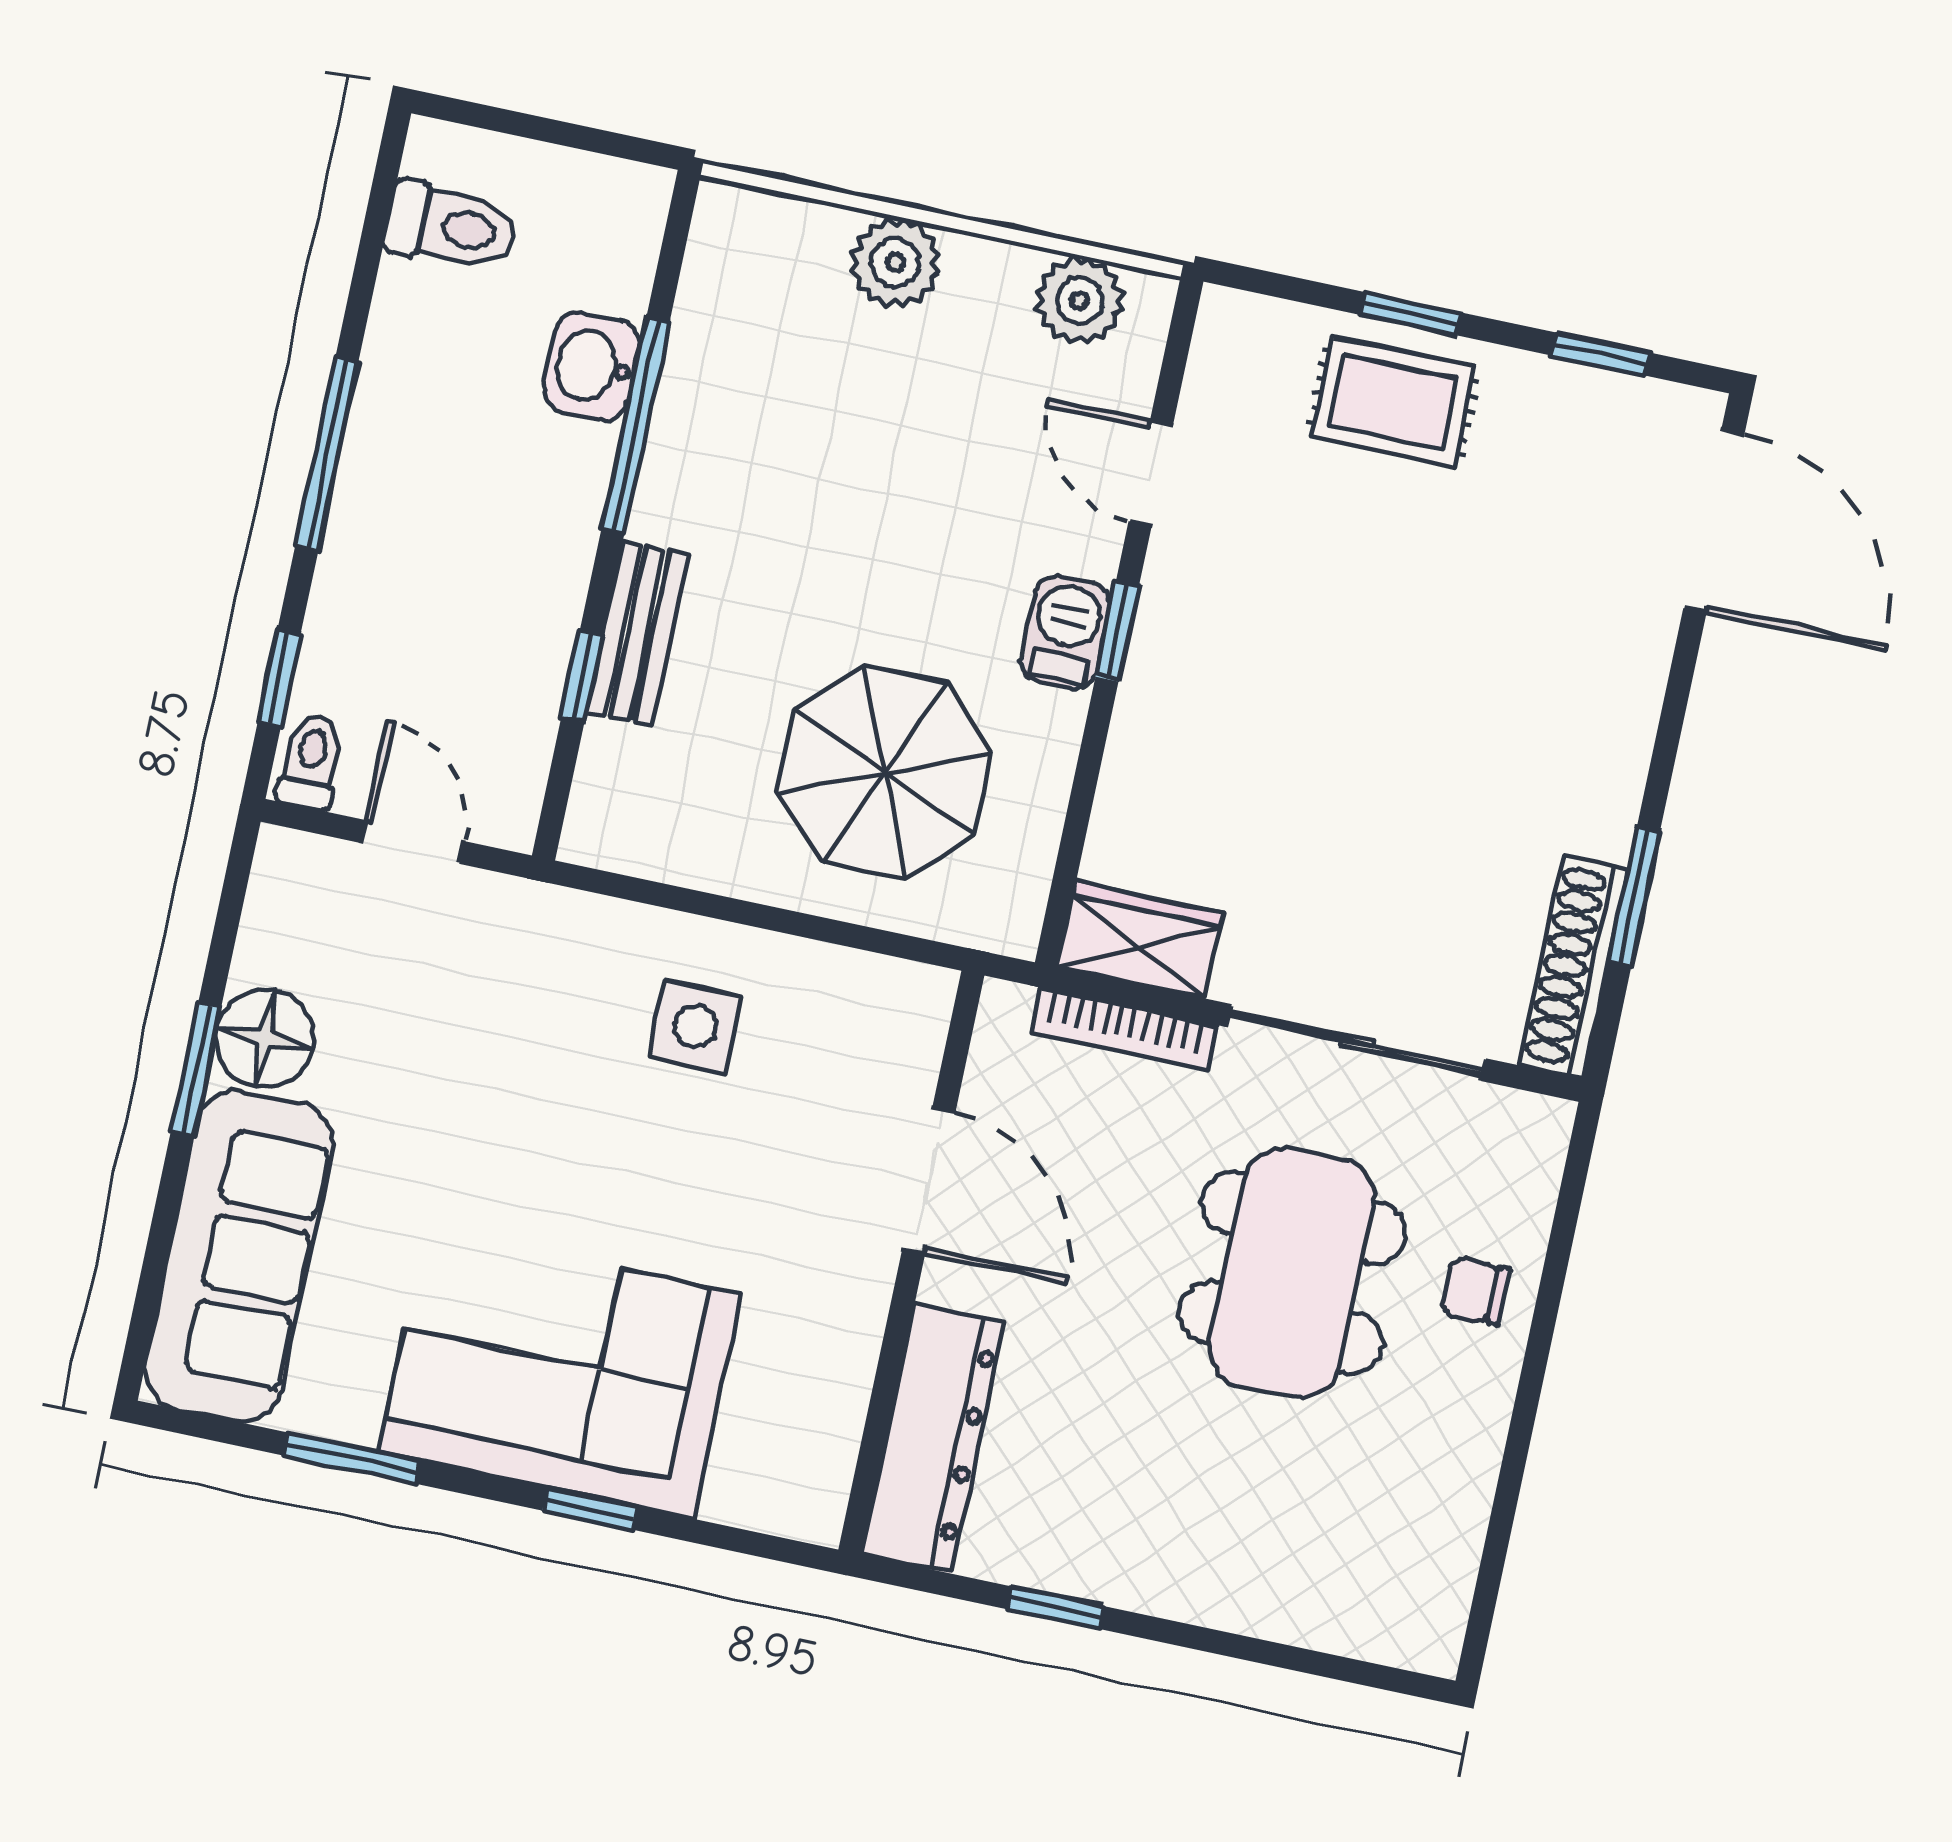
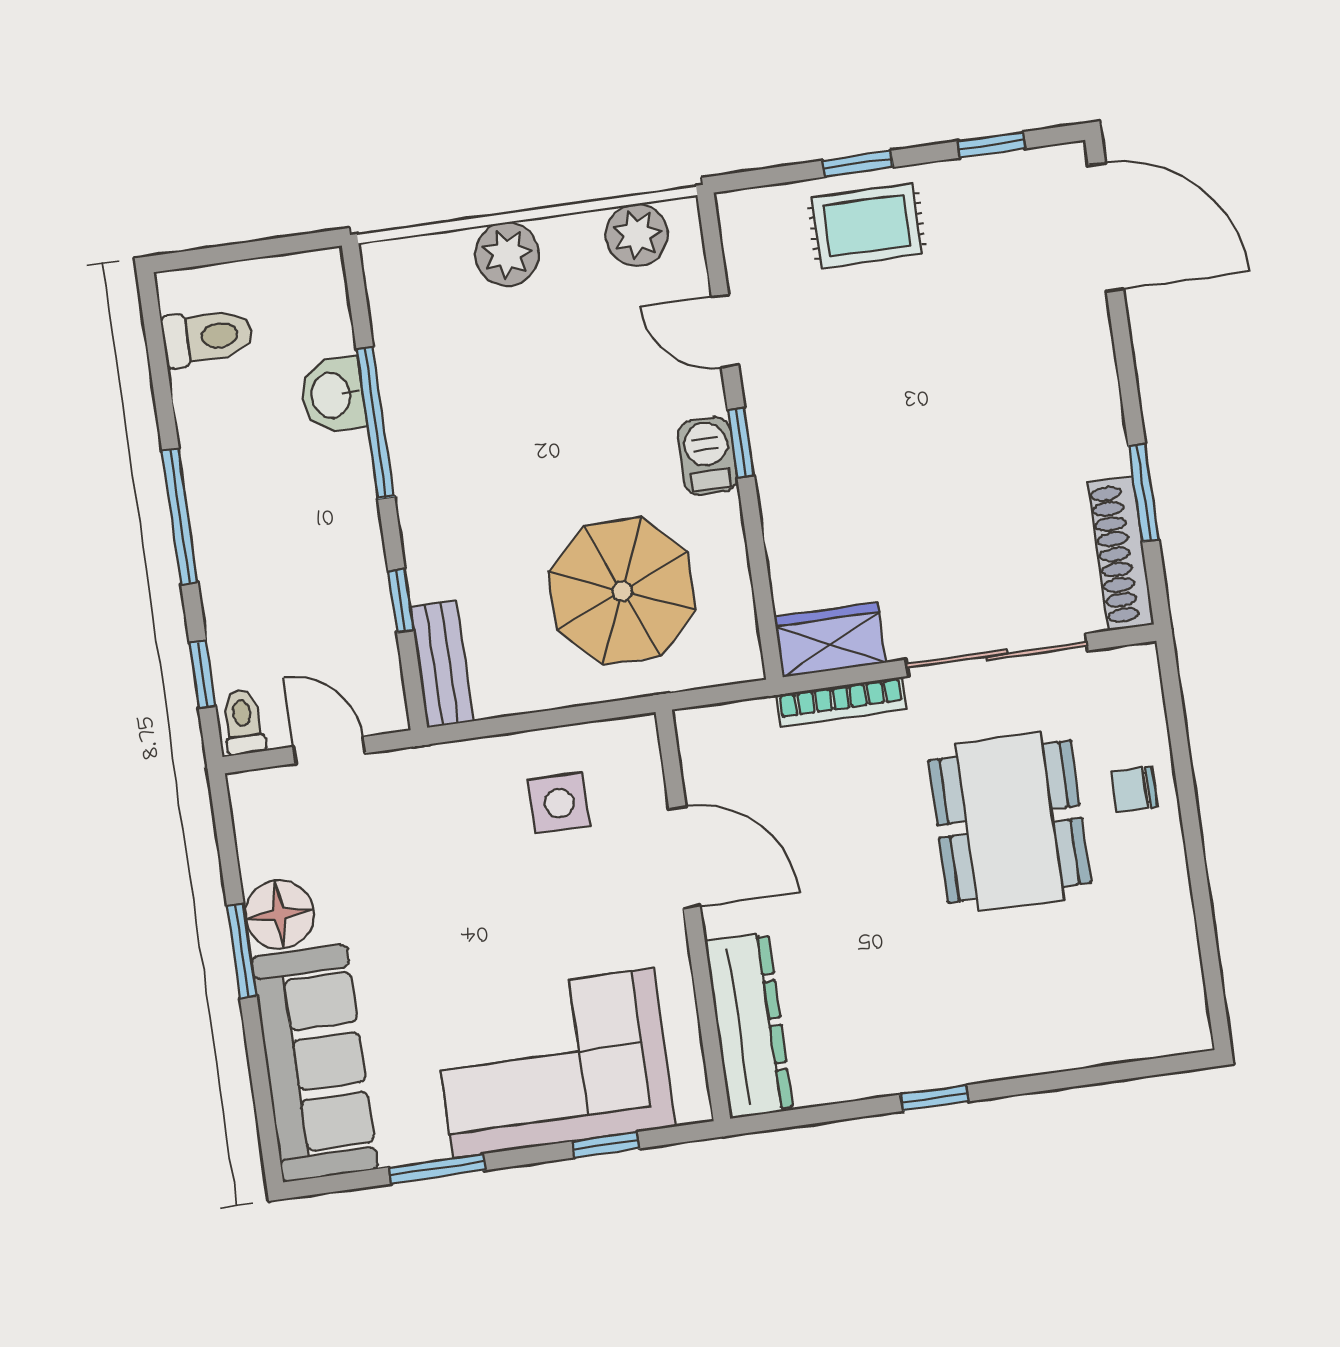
bench: (637, 633) -> (442, 664), moved
door: (929, 1180) -> (685, 857), moved
wall: (911, 1263) -> (693, 915), moved
dresser: (933, 1438) -> (749, 1025), moved

